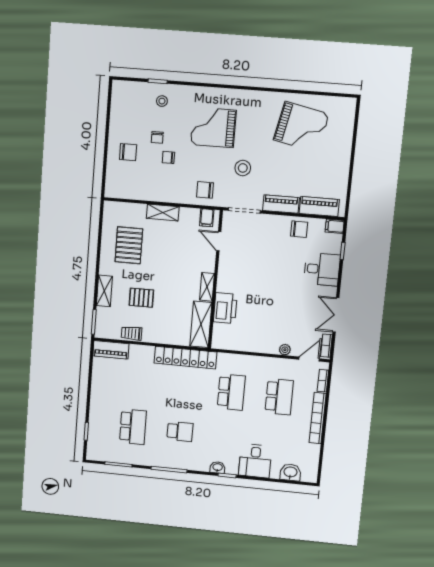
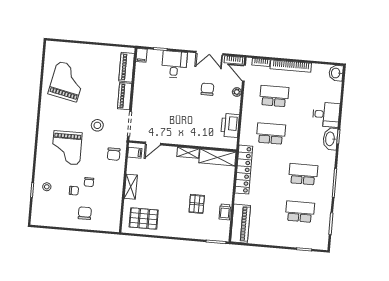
chair: (299, 229) -> (207, 89), moved
pallet: (129, 245) -> (144, 219), moved
shelving: (104, 291) -> (192, 233), removed
printer: (225, 308) -> (230, 125), moved, turned -90
piano: (111, 350) -> (241, 224), width x1.37, depth x1.33
school desk: (180, 431) -> (303, 174), width x1.85
washbasin: (218, 467) -> (330, 139), width x1.91, depth x1.45
washbasin: (290, 472) -> (336, 73), moved

